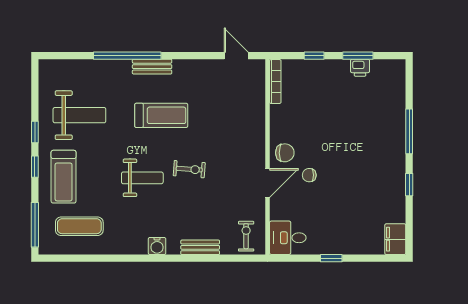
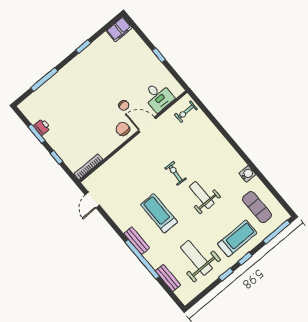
window: (409, 131) -> (44, 79), moved
desk: (288, 238) -> (158, 96), moved
water cooler: (157, 246) -> (247, 174), moved
bench: (200, 247) -> (168, 278), moved

